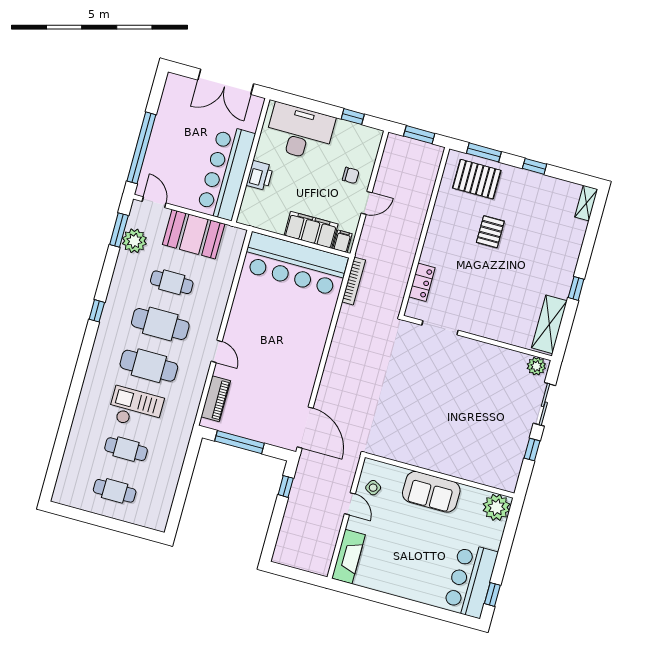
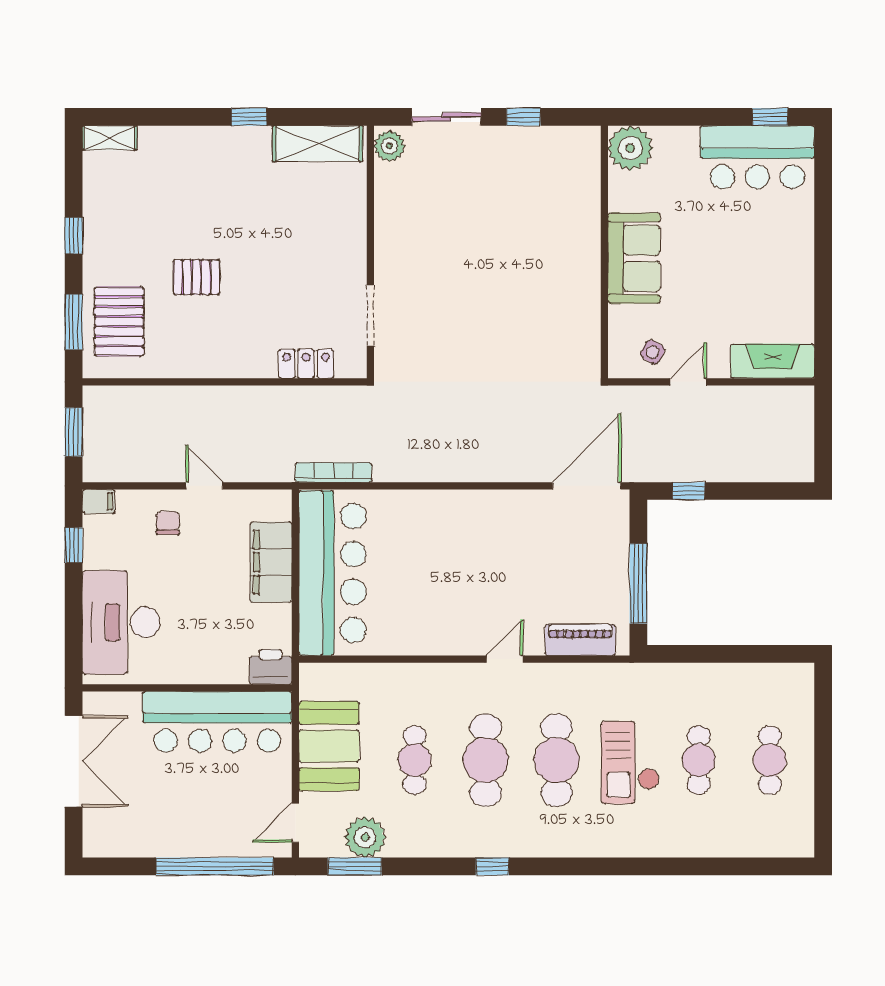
printer: (260, 176) -> (271, 667), moved
filing cabinet: (342, 241) -> (99, 501), moved, turned 180

